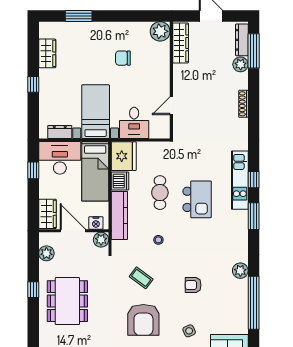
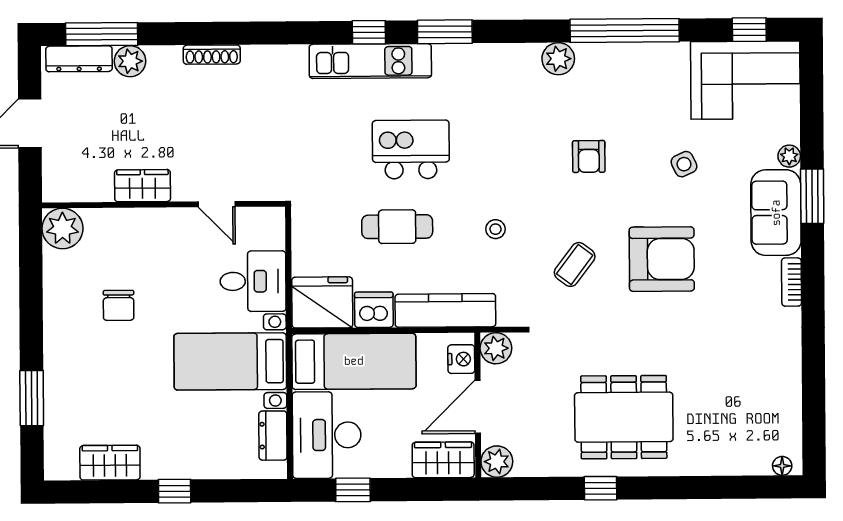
wardrobe: (181, 43) -> (143, 186), moved, width x0.67
plant: (46, 253) -> (497, 462), moved

